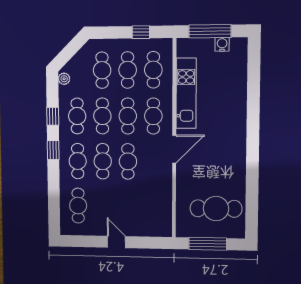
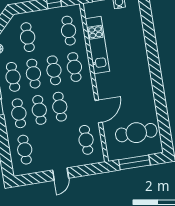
cafe table: (128, 70) -> (86, 140), moved
door: (174, 149) -> (99, 111), moved
door: (116, 242) -> (61, 174), swing flipped

